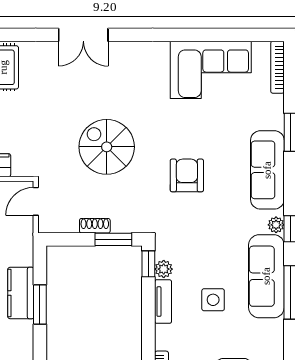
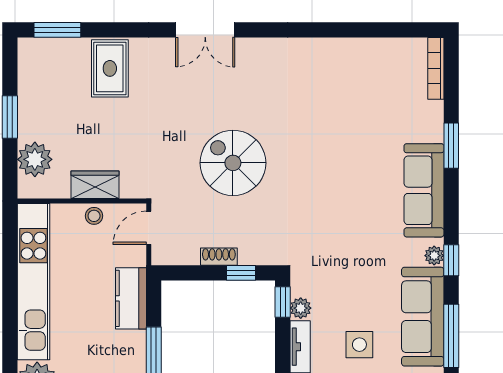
corner sofa: (211, 70) -> (357, 72), removed
armchair: (187, 175) -> (328, 197), removed
window: (113, 239) -> (241, 273), width x0.67
kitchen counter: (21, 293) -> (131, 298), moved

